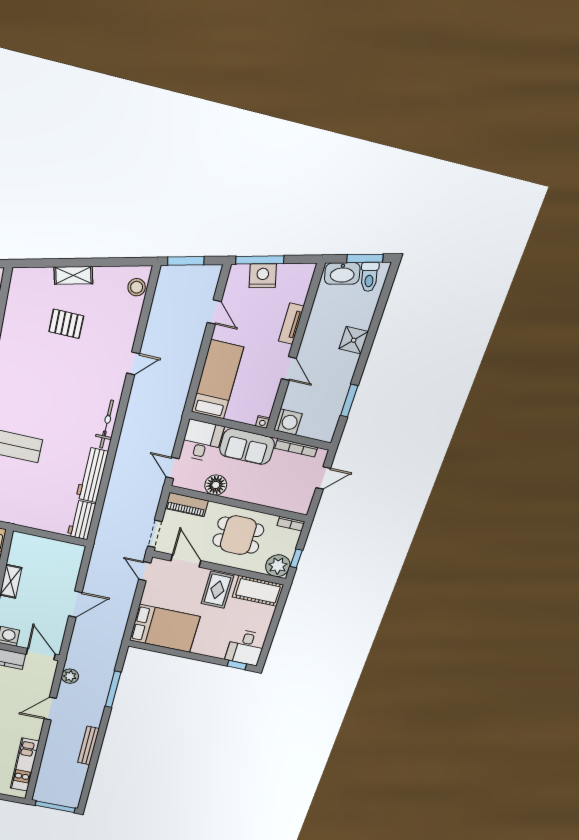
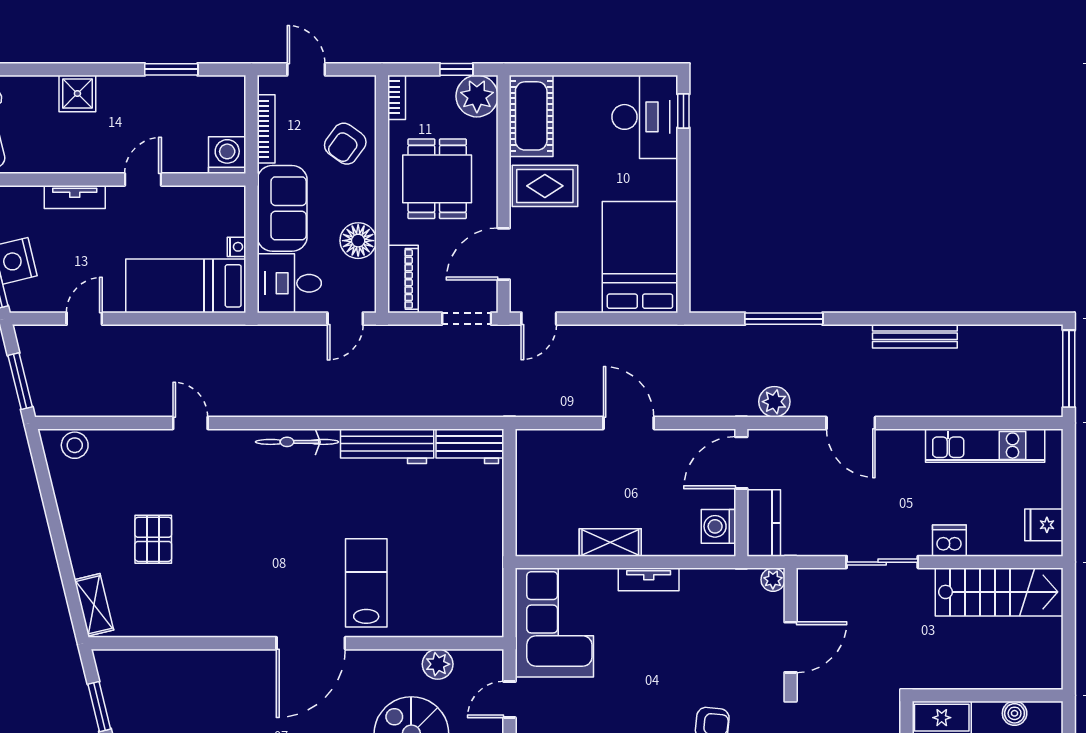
shelving: (73, 275) -> (94, 605), moved
nightstand: (263, 422) -> (237, 247), moved
armchair: (274, 490) -> (345, 144), added
desk: (246, 647) -> (645, 117), width x1.37

